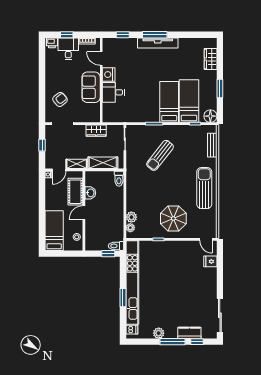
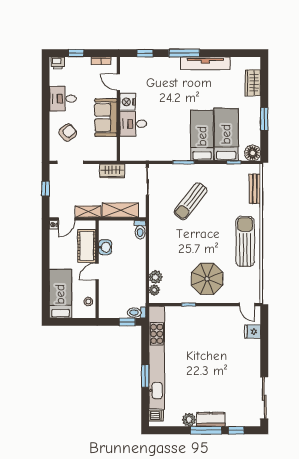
tv unit: (158, 43) -> (205, 63), moved
desk: (68, 49) -> (63, 99), moved, turned -90
kitchen counter: (189, 333) -> (211, 419), moved

